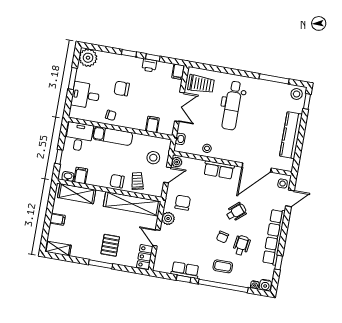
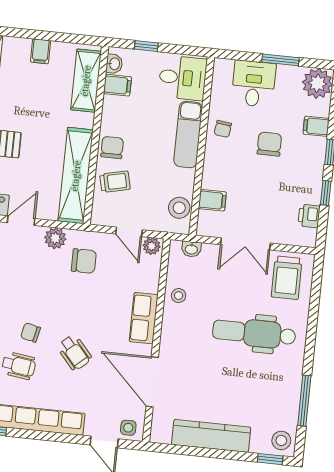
printer: (149, 65) -> (309, 216), moved
filing cabinet: (178, 72) -> (316, 126), moved
stool: (153, 158) -> (179, 208), moved

